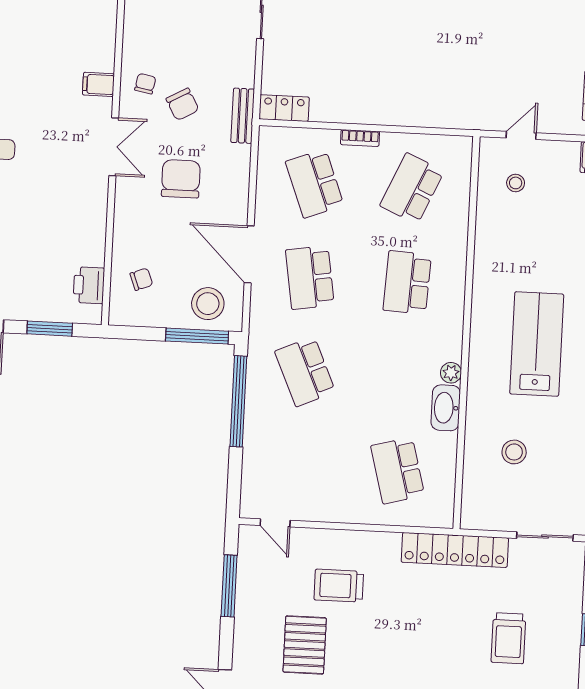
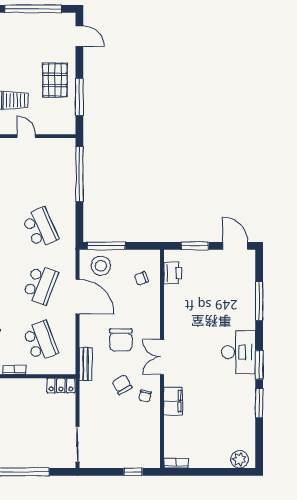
filing cabinet: (98, 84) -> (173, 401), width x2.00
bench: (243, 116) -> (86, 364), moved
school desk: (310, 278) -> (40, 284), turned 30
window: (238, 401) -> (79, 174), moved
door: (275, 523) -> (26, 136), moved
pallet: (305, 645) -> (55, 80), moved

